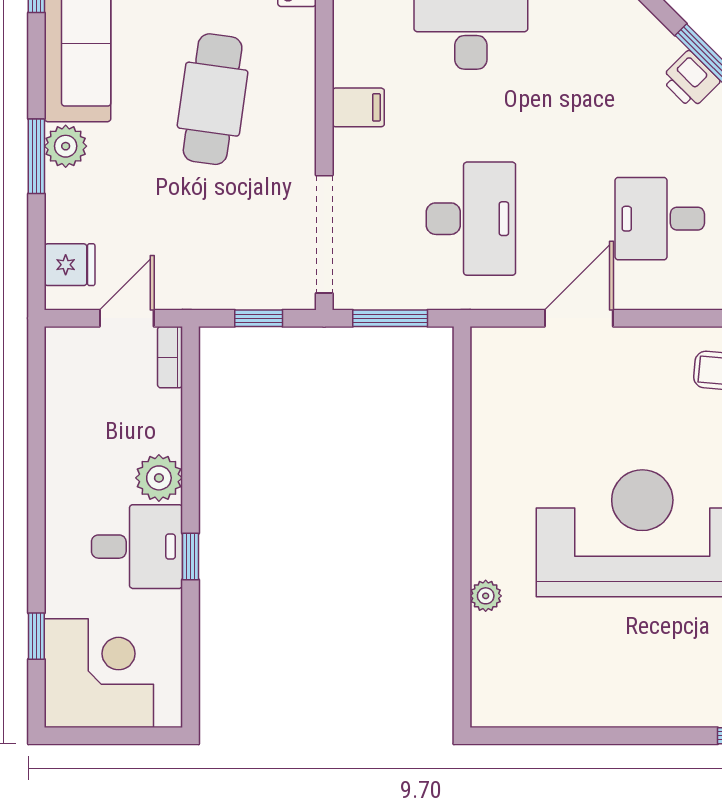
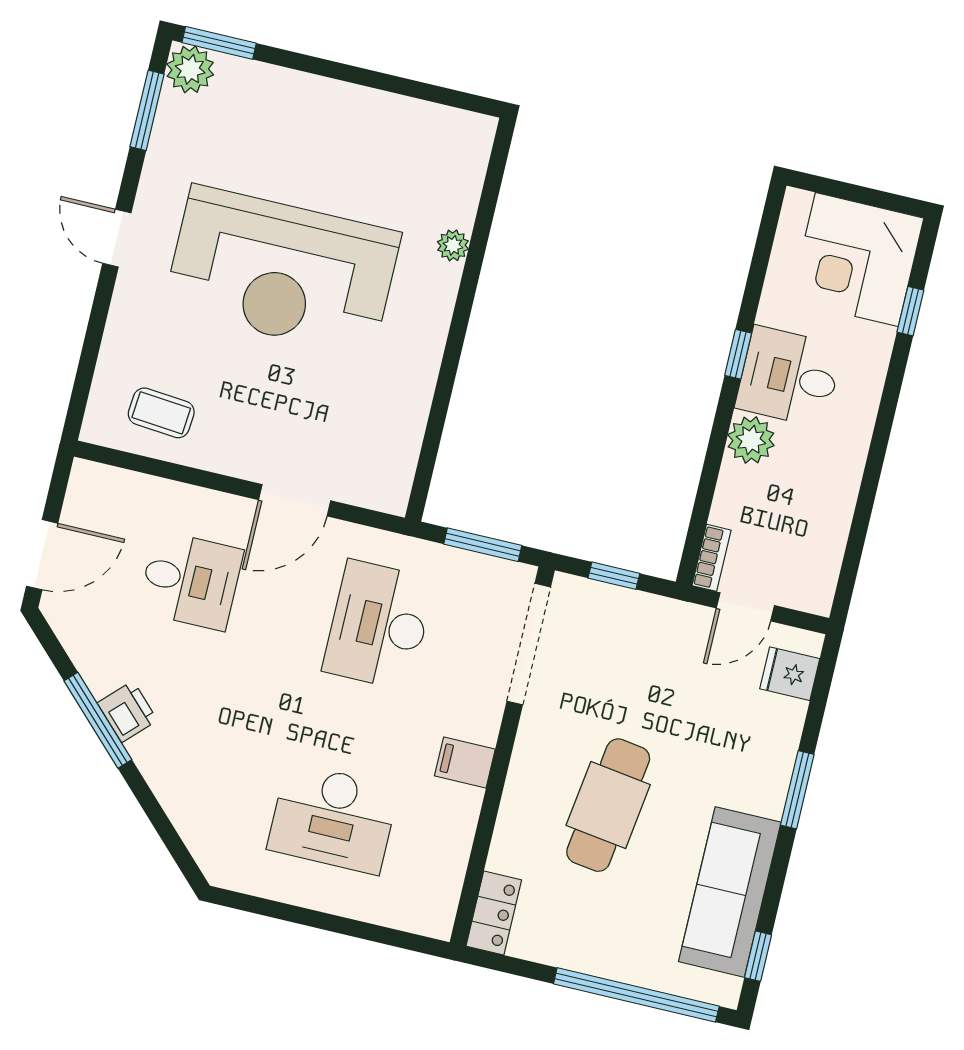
plant: (66, 146) -> (766, 793), removed

